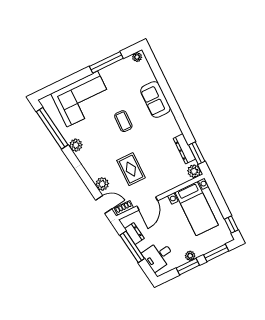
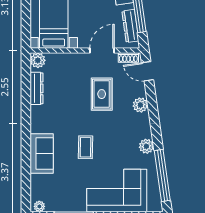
window: (197, 153) -> (26, 78), removed
plant: (102, 184) -> (140, 105), moved
dresser: (134, 234) -> (130, 26), width x1.44

